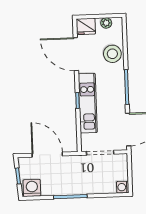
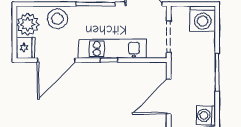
plant: (106, 23) -> (28, 24), width x1.87, depth x1.87
washing machine: (123, 187) -> (203, 19), width x1.89, depth x1.89

